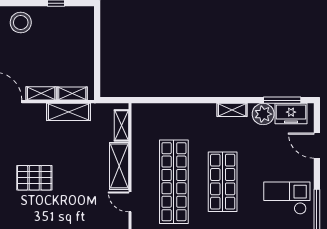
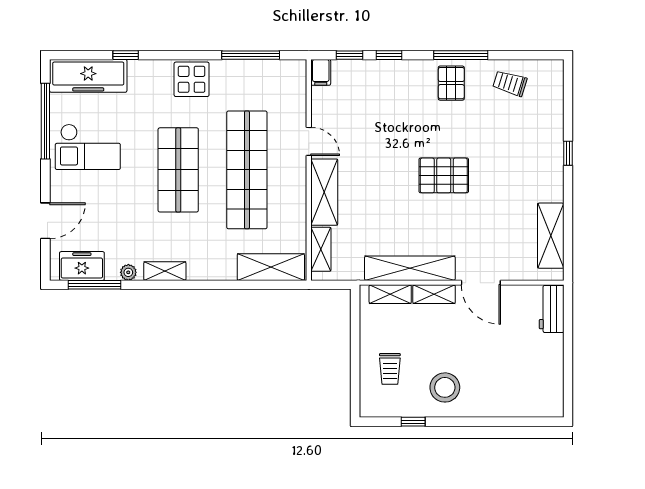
stool: (21, 23) -> (445, 387), moved
trolley: (73, 41) -> (390, 369), added
shelving: (69, 112) -> (410, 268), width x1.47
shelving: (157, 113) -> (271, 267), added
plant: (263, 114) -> (128, 272), width x0.53, depth x0.53
door: (317, 146) -> (45, 221), hinge flipped

